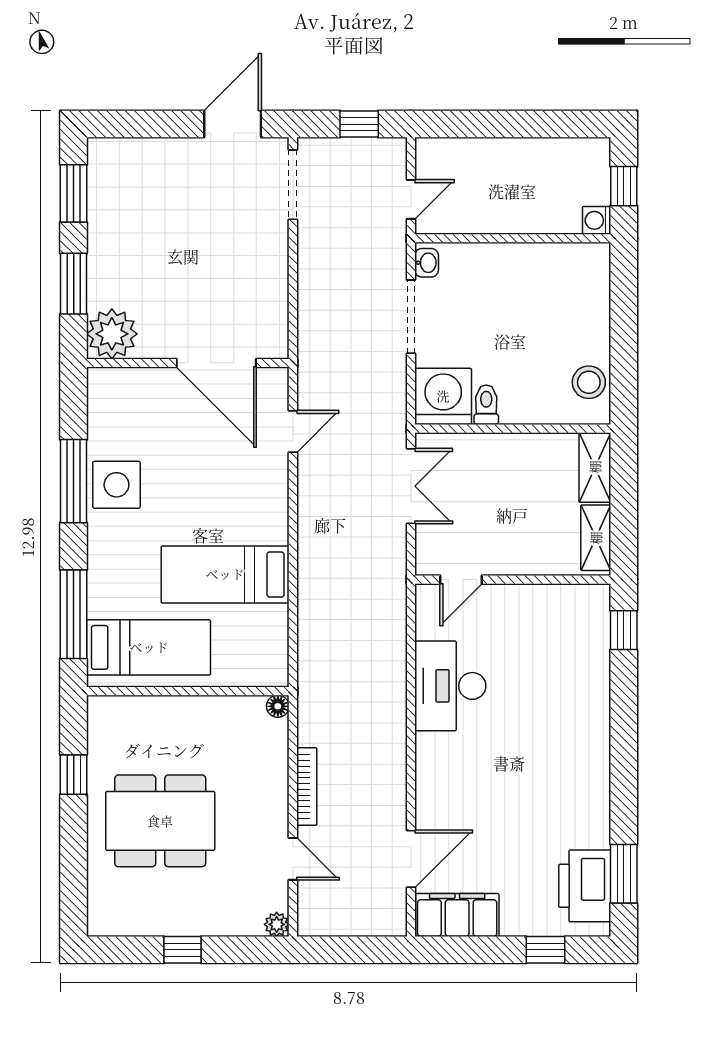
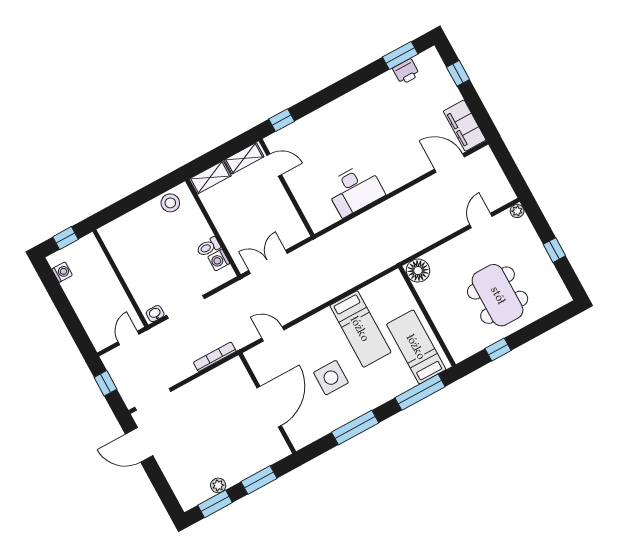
door: (411, 199) -> (128, 338), hinge flipped
washing machine: (597, 220) -> (62, 272), moved, turned -90
plant: (112, 334) -> (218, 485), moved, width x0.53, depth x0.53
door: (216, 363) -> (269, 407), moved
washing machine: (443, 396) -> (219, 260), width x0.53, depth x0.53
side table: (116, 485) -> (331, 378), moved
door: (461, 580) -> (274, 165), moved
floor lamp: (278, 706) -> (418, 271), width x1.89, depth x1.89
bookcase: (307, 786) -> (215, 357), moved
printer: (585, 886) -> (406, 72), width x0.53, depth x0.68

